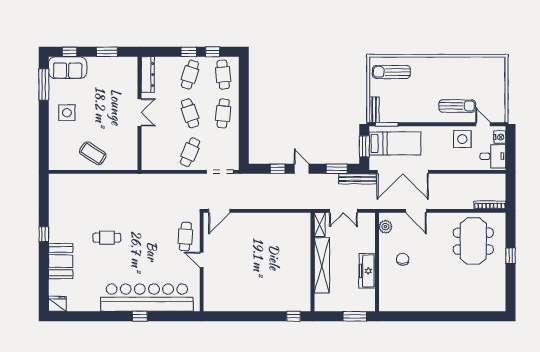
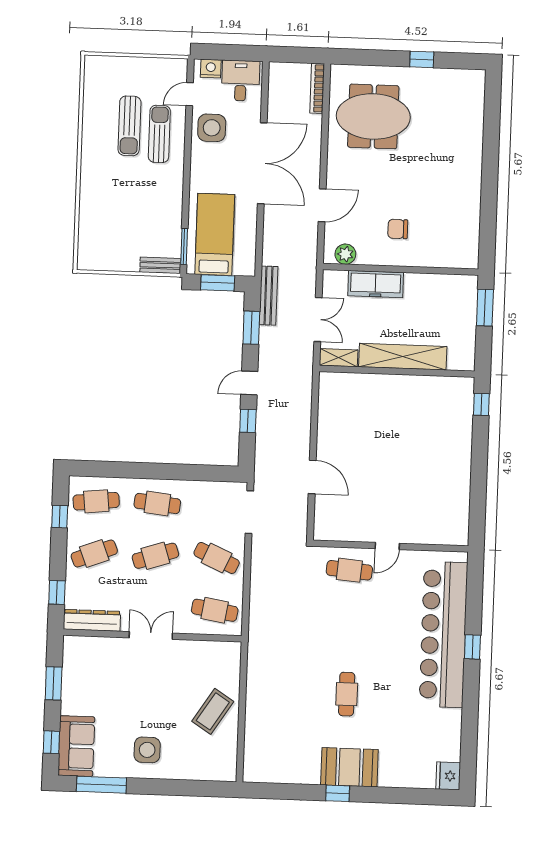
window: (189, 52) -> (57, 592), moved
sun lounger: (391, 72) -> (129, 126), moved
cafe table: (190, 75) -> (94, 554), turned -39
cafe table: (157, 152) -> (215, 610), added
double door: (403, 172) -> (262, 163), moved
door: (219, 211) -> (312, 477), moved
window: (511, 256) -> (422, 59), moved
booth: (61, 261) -> (349, 767), moved
freezer: (367, 271) -> (376, 284), moved

